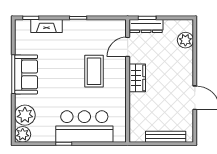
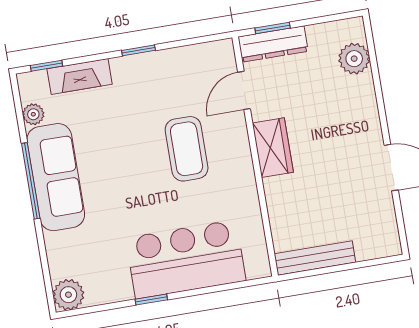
sofa: (26, 74) -> (56, 177), width x1.36
plant: (25, 115) -> (33, 114), moved, width x0.53, depth x0.53
bench: (166, 137) -> (315, 258), moved

